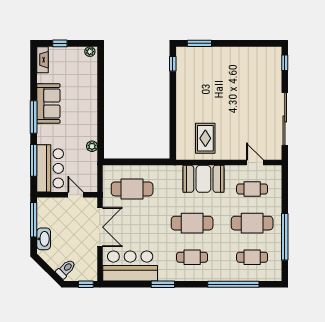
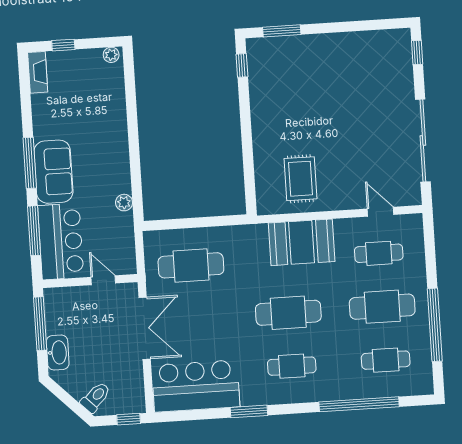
sofa: (48, 104) -> (53, 172), moved

